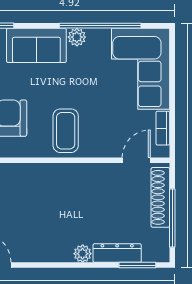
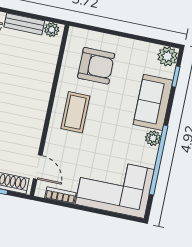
coffee table: (66, 131) -> (75, 112), turned 90

